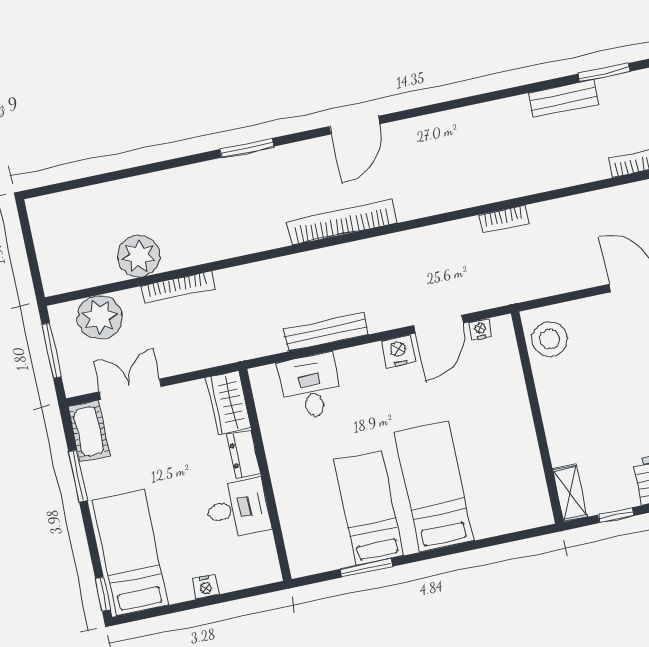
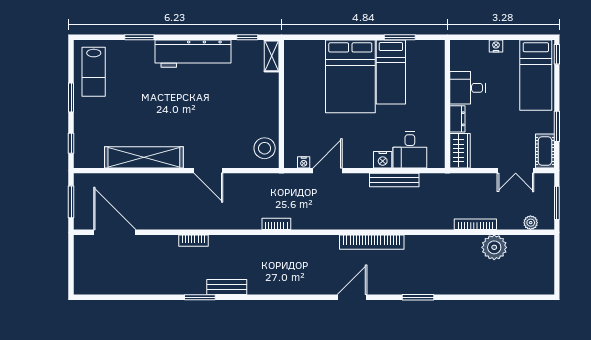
plant: (100, 317) -> (531, 223), width x0.53, depth x0.53
nightstand: (398, 351) -> (383, 160), moved
bed: (434, 487) -> (350, 76), width x1.50

